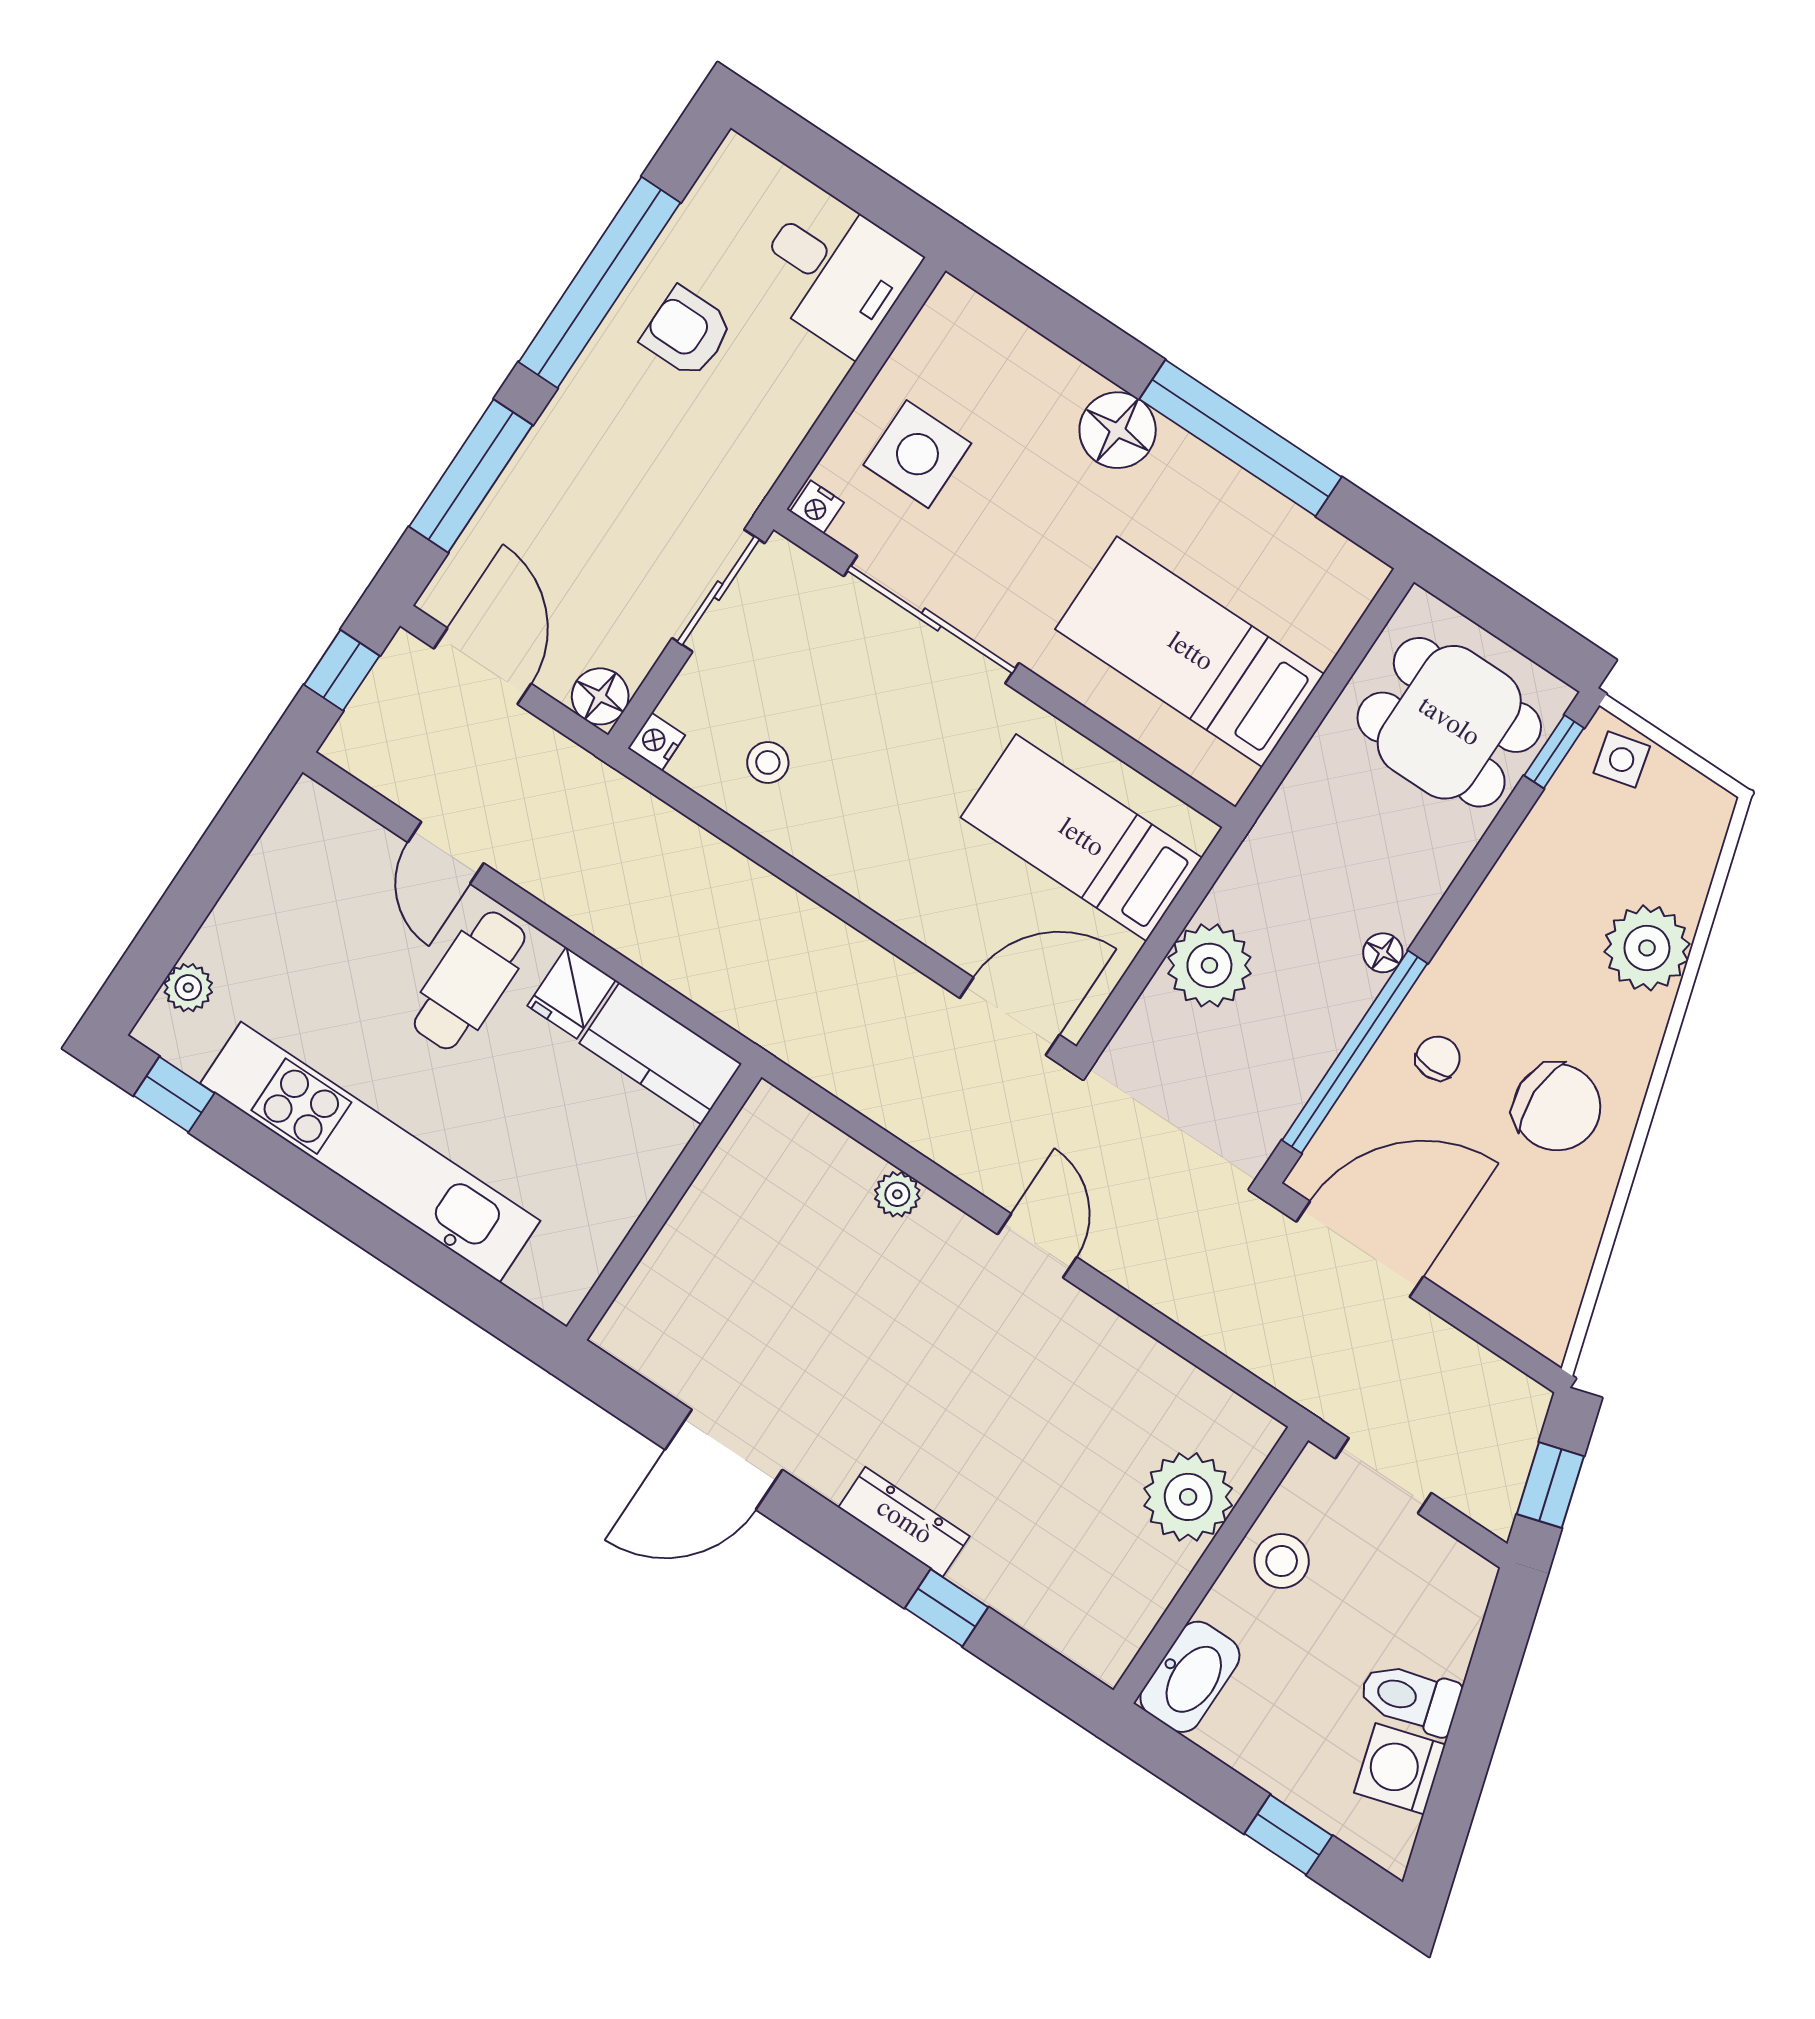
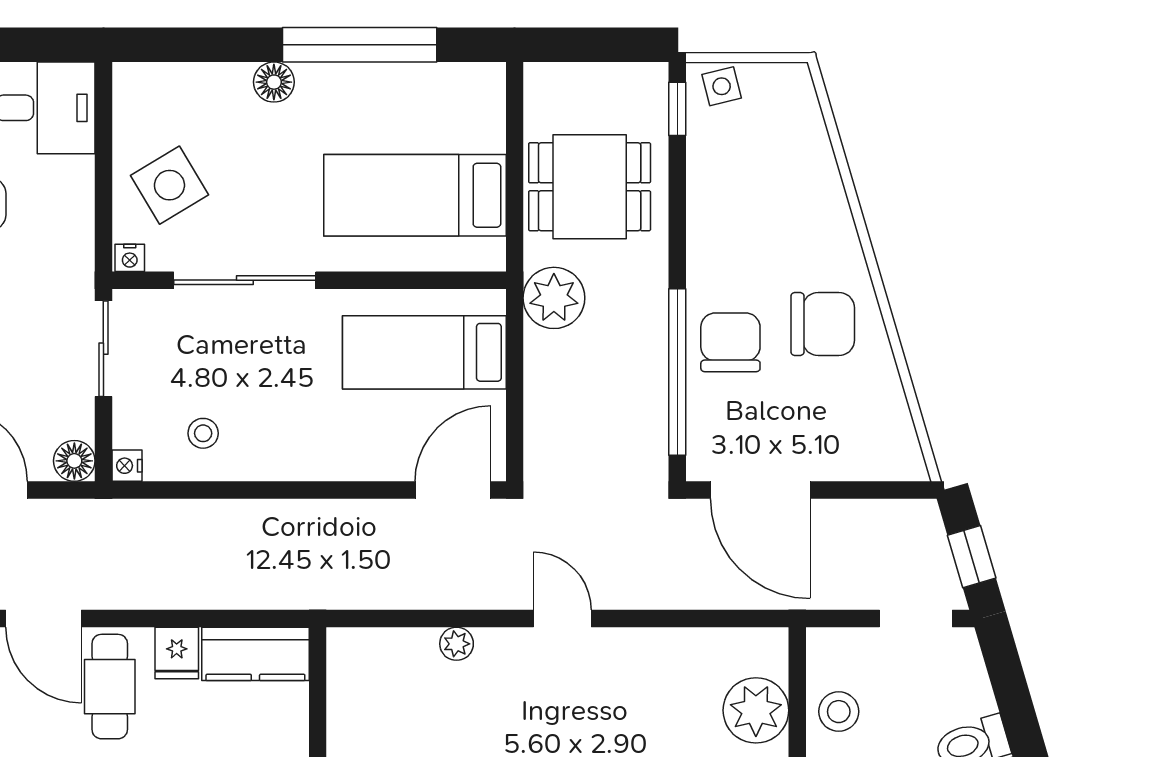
floor lamp: (1118, 430) -> (274, 82), width x0.73, depth x0.73
side table: (917, 454) -> (169, 185), turned -31
dining table: (1449, 722) -> (590, 187), moved
door: (446, 853) -> (44, 619), width x1.38
plant: (1647, 948) -> (813, 191), removed
floor lamp: (1383, 953) -> (654, 300), removed
plant: (1209, 965) -> (554, 298), moved
chair: (1438, 1058) -> (730, 342), width x1.87, depth x1.87
door: (1360, 1249) -> (760, 490), swing flipped
doorway: (1383, 1476) -> (916, 619), moved

